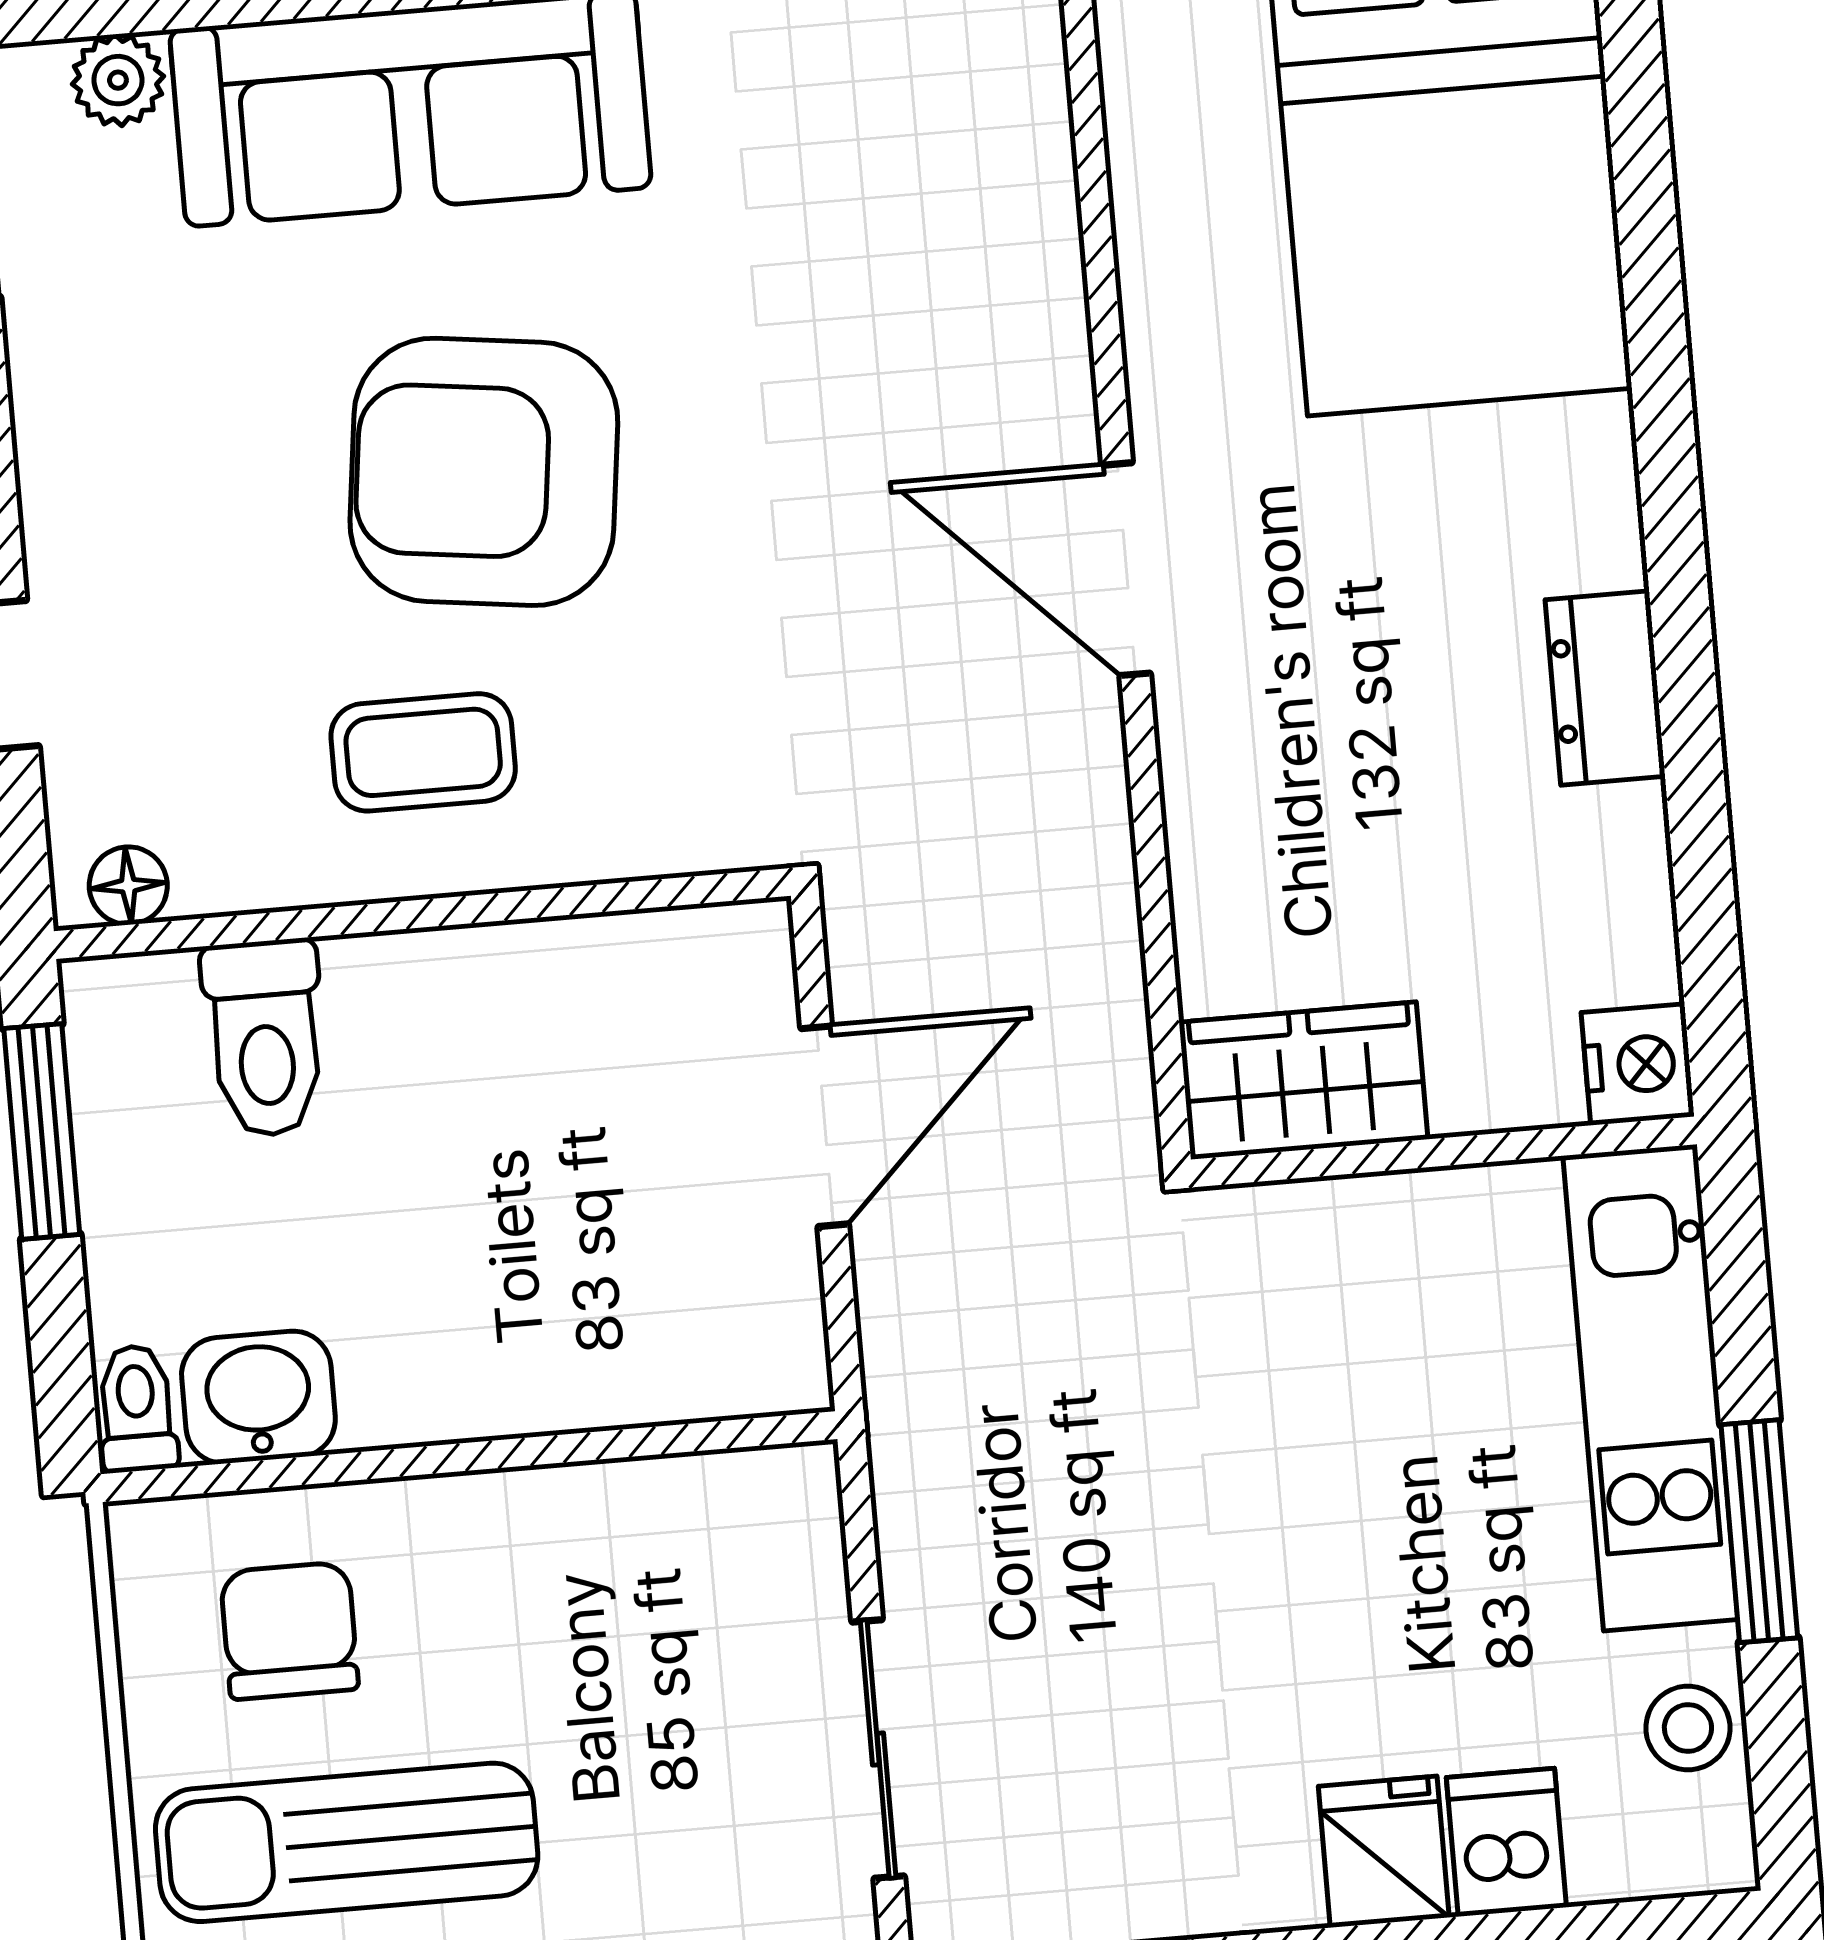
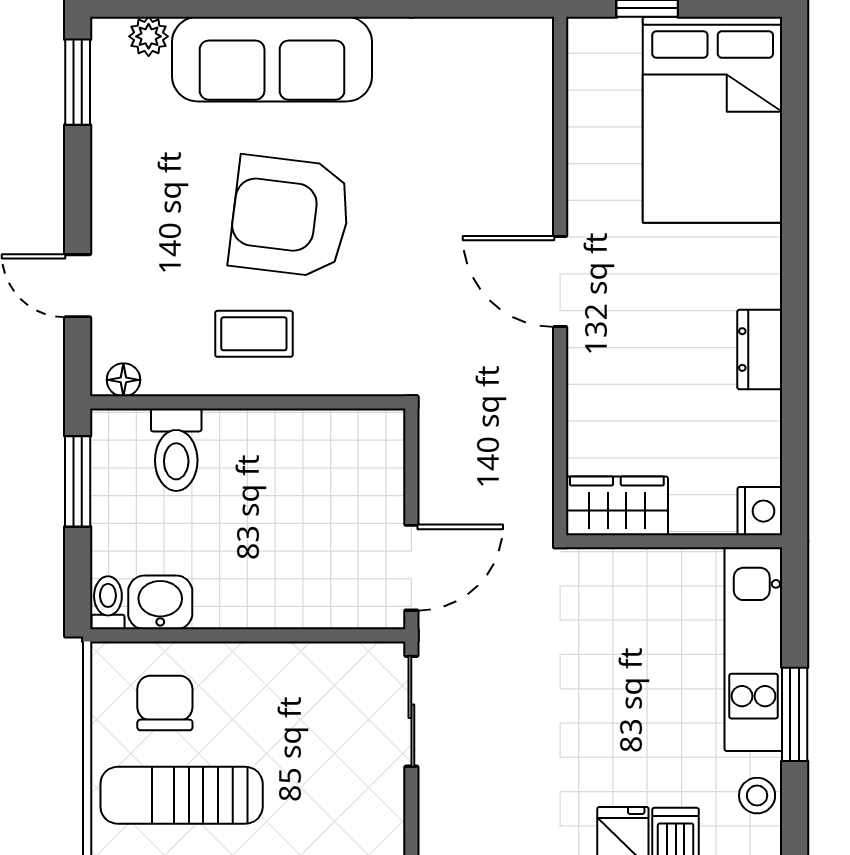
door: (825, 1126) -> (411, 568), moved
sliding door: (878, 1749) -> (411, 711), moved

